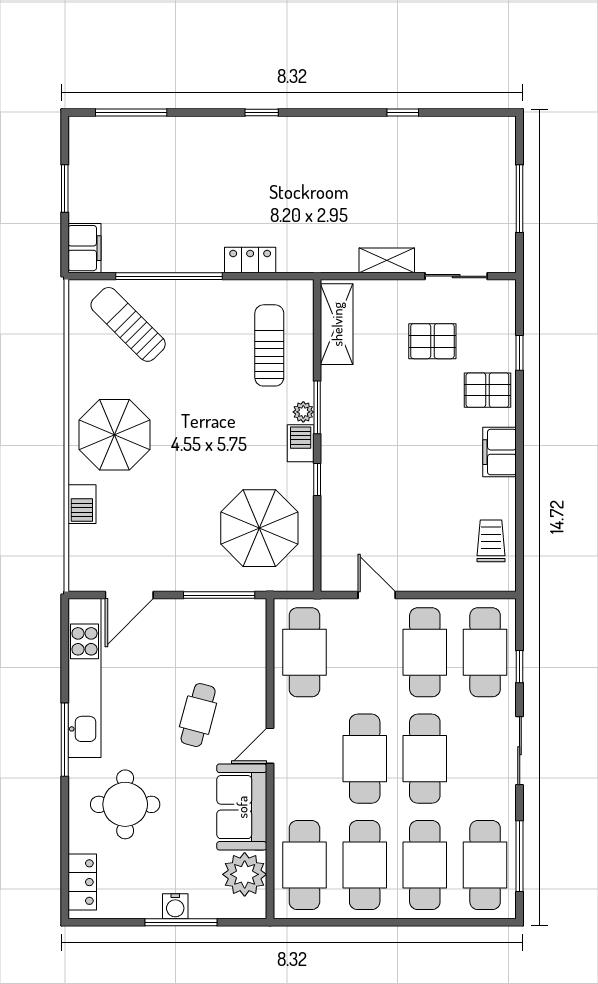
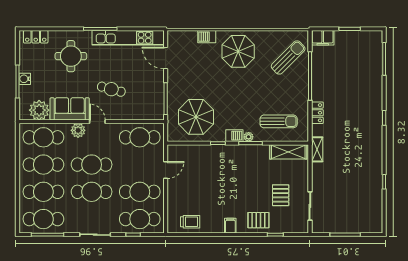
shelving: (387, 260) -> (317, 149), moved
pallet: (487, 390) -> (258, 220), turned 90
filing cabinet: (500, 452) -> (230, 226), width x0.50
plant: (289, 788) -> (78, 130), added

